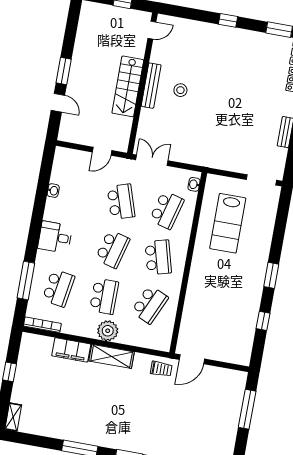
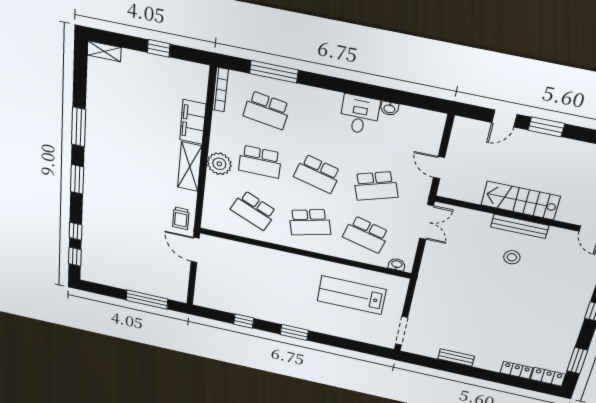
desk: (55, 237) -> (359, 115), moved

